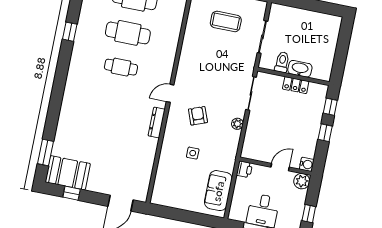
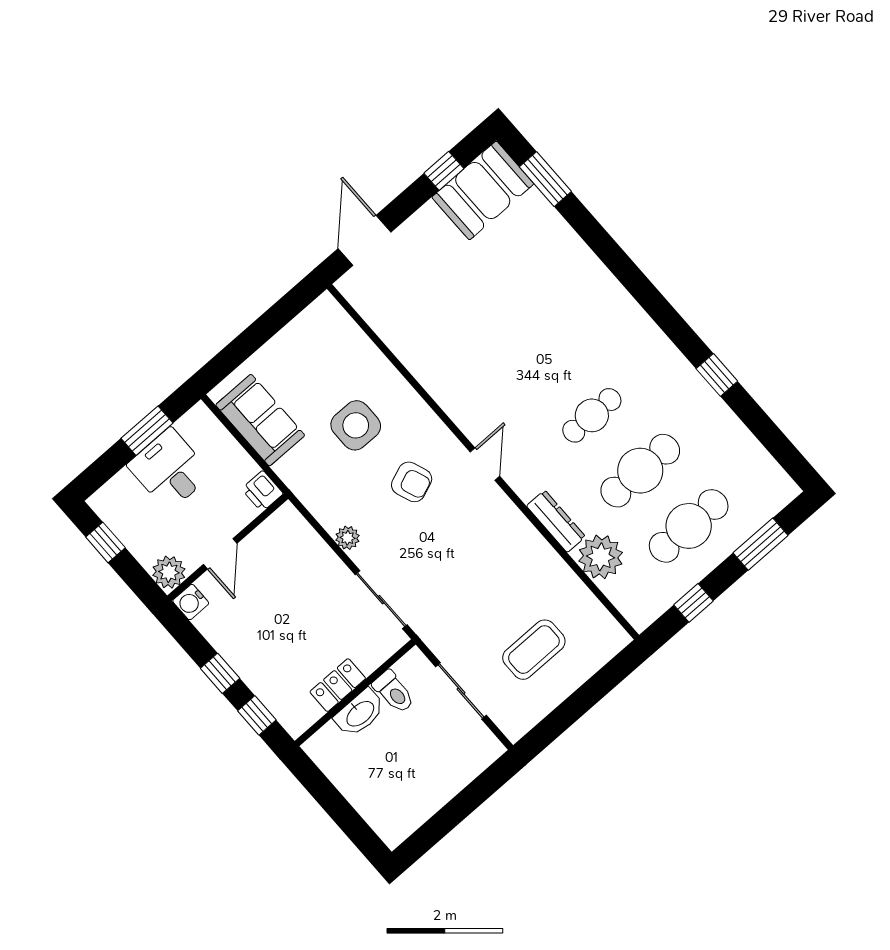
plant: (172, 23) -> (601, 557), added
dresser: (157, 122) -> (556, 521), moved
side table: (193, 153) -> (356, 425), width x1.87, depth x1.87

